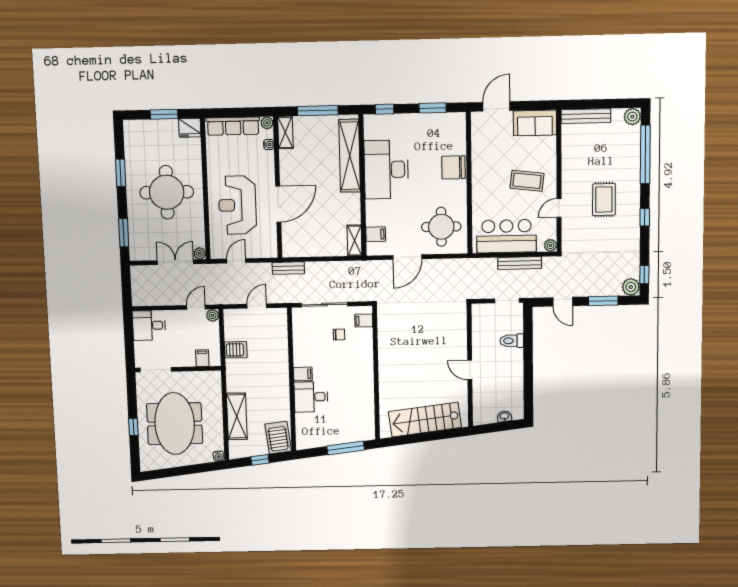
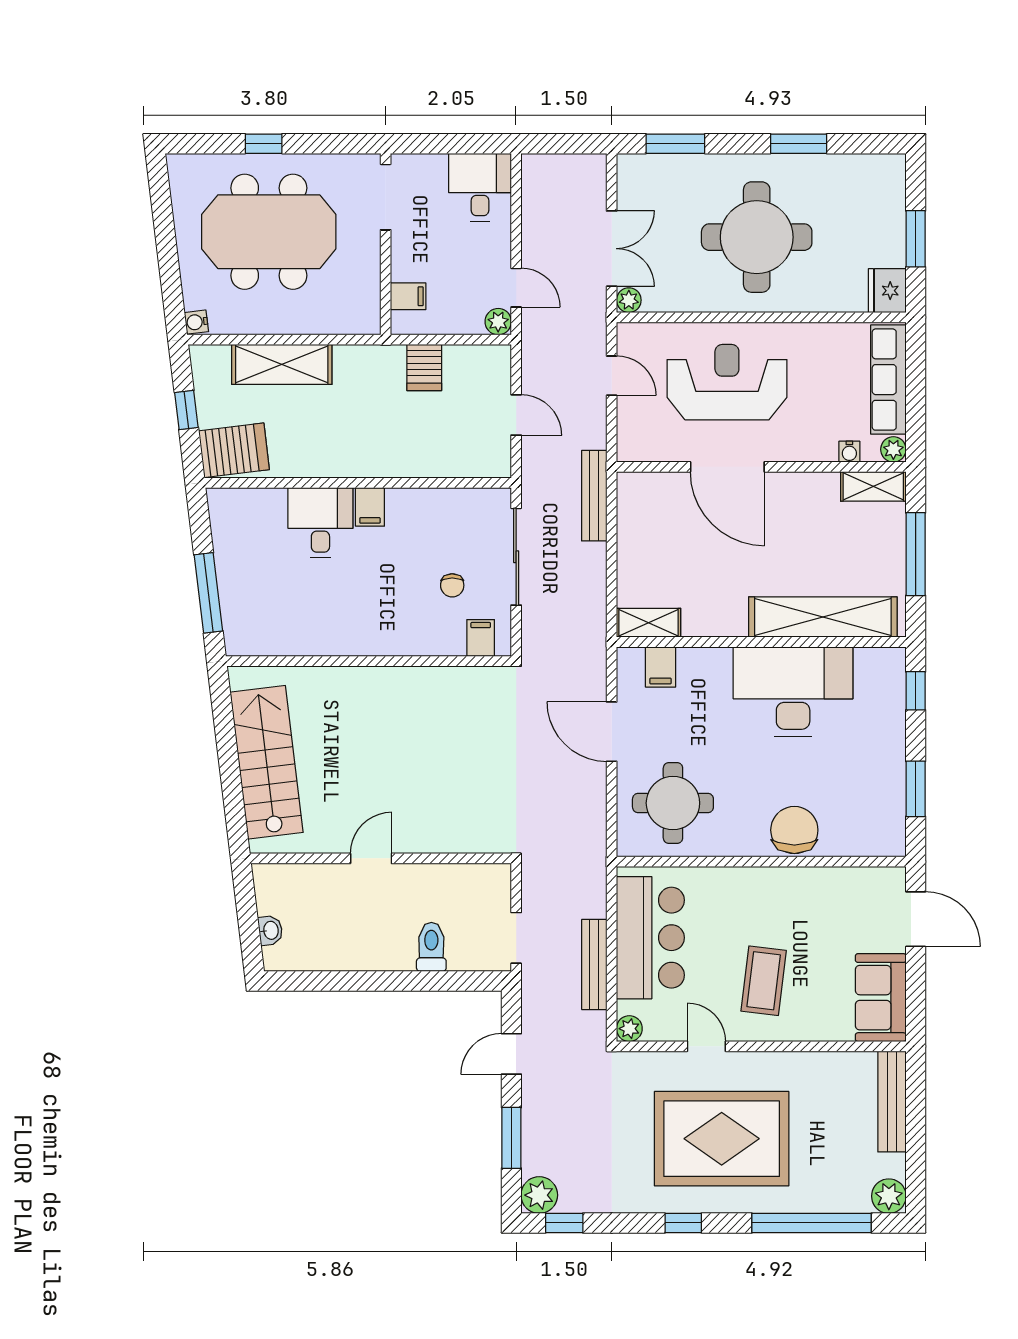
rug: (604, 199) -> (722, 1139), width x1.86, depth x2.06
bench: (288, 268) -> (594, 496), width x1.36

